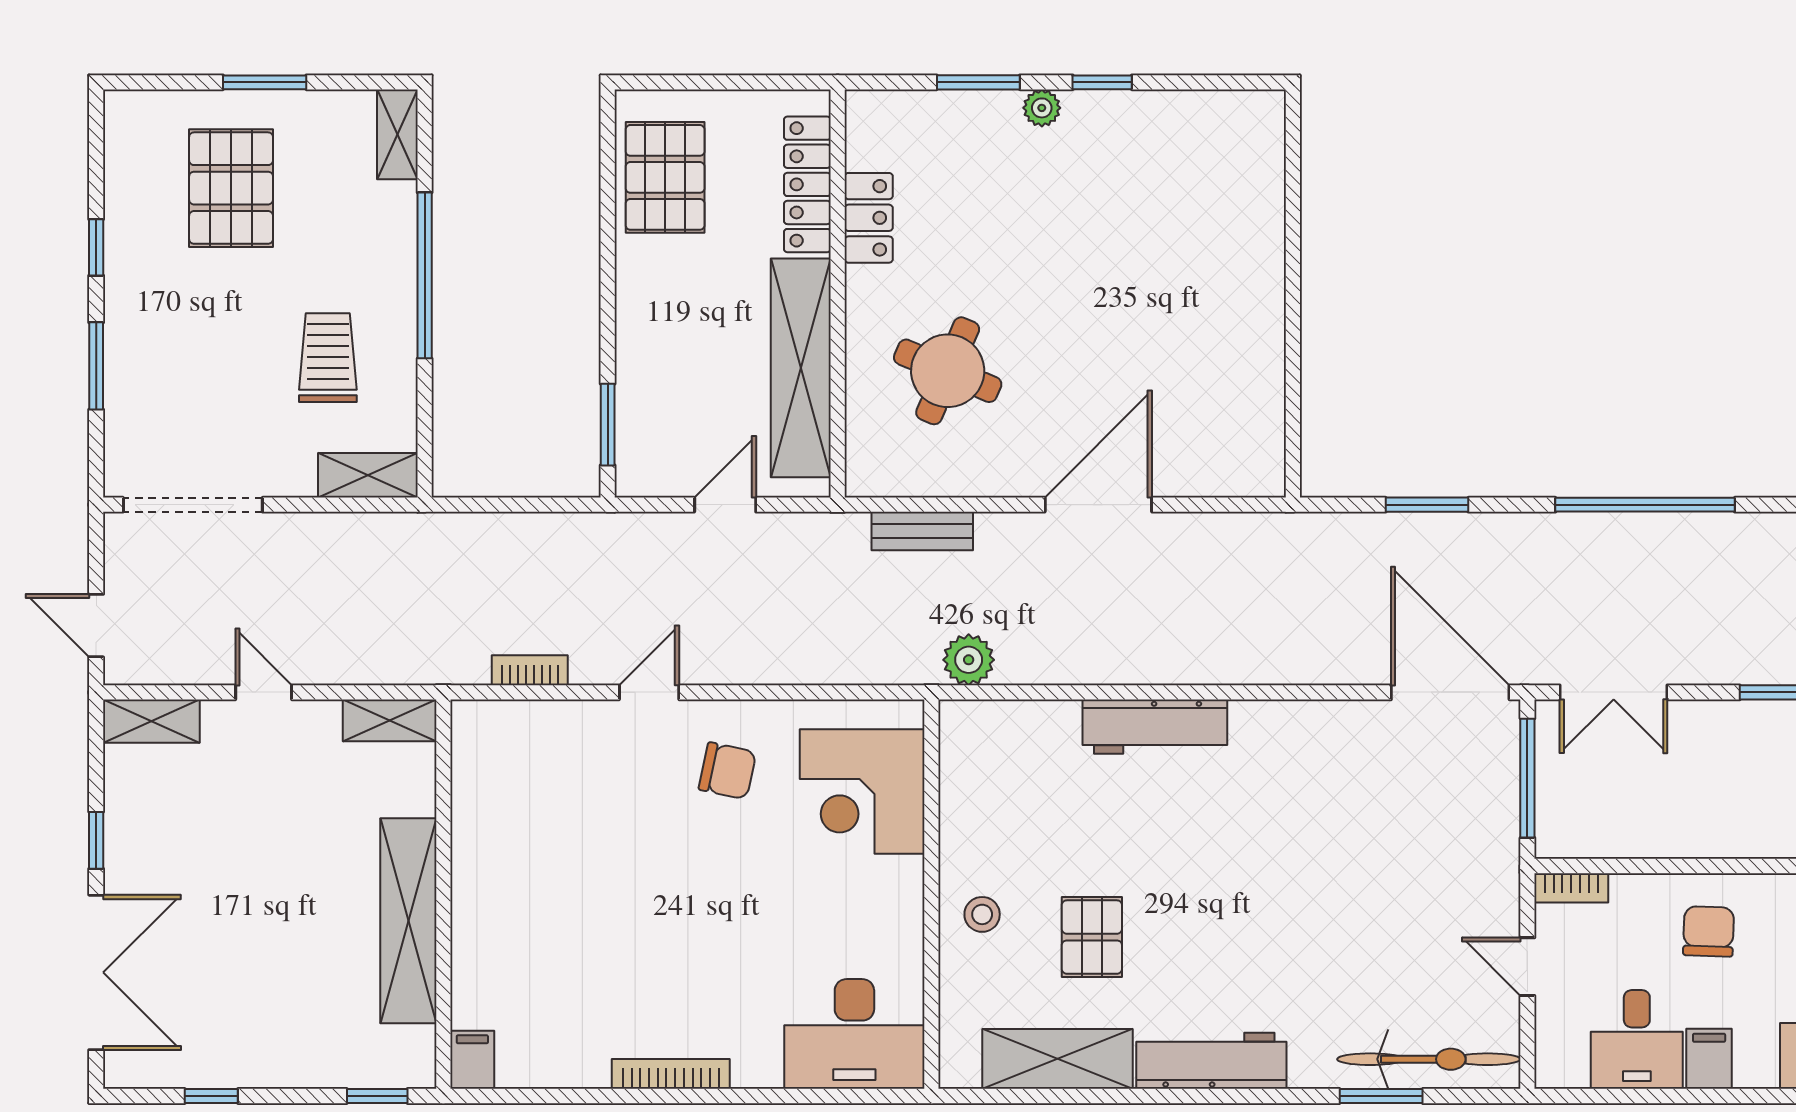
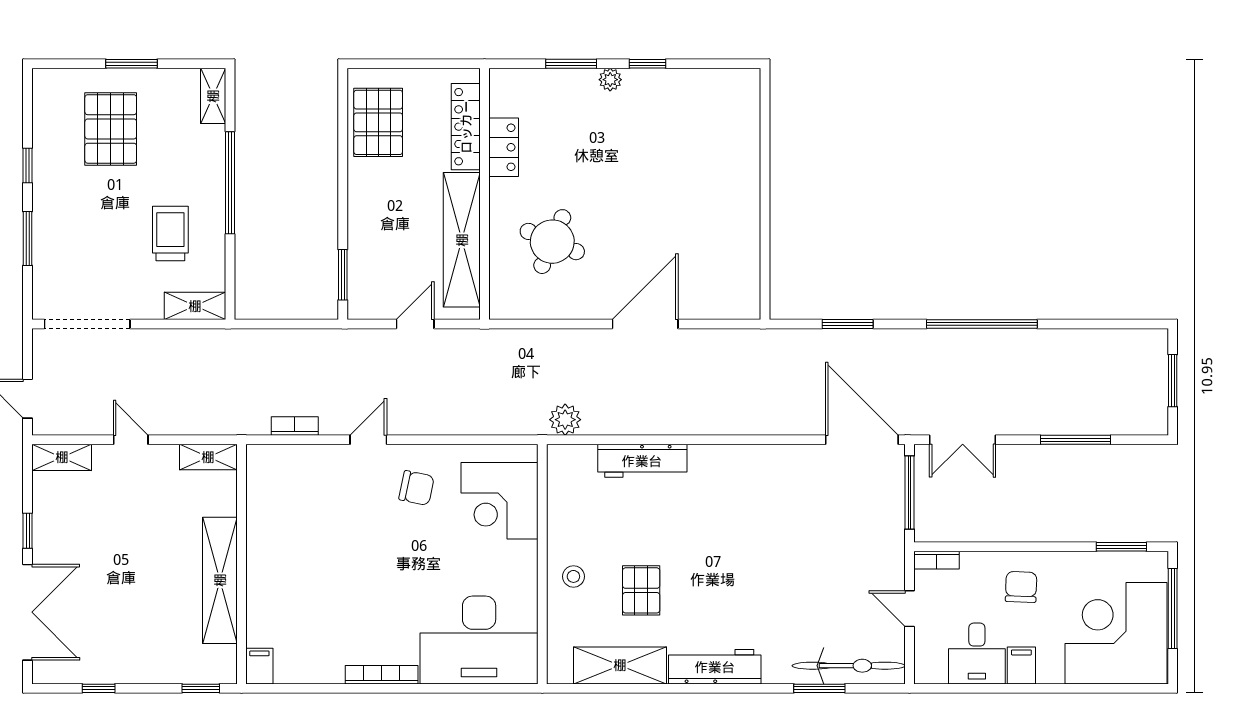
bench: (922, 531) -> (537, 340), removed
workbench: (1155, 727) -> (642, 461), moved
desk: (854, 1034) -> (479, 640), width x1.36, depth x1.30

